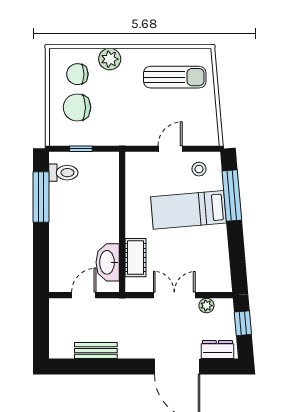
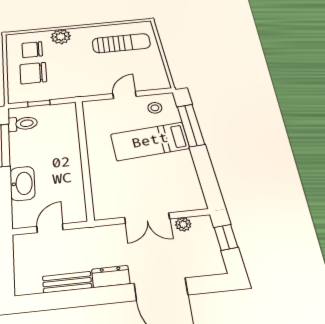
cot: (135, 258) -> (102, 188), removed
washbasin: (108, 262) -> (22, 183), moved, turned 180
double door: (174, 295) -> (147, 218), swing flipped
dresser: (217, 350) -> (111, 276), moved

